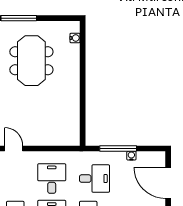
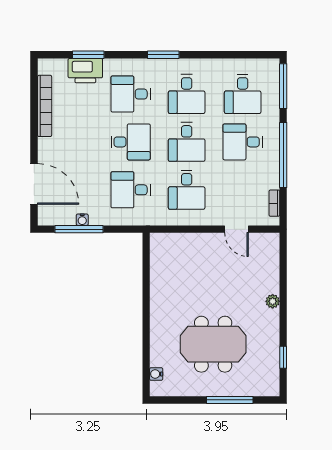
meeting table: (31, 61) -> (213, 344), turned 90
window: (118, 149) -> (79, 229), moved

